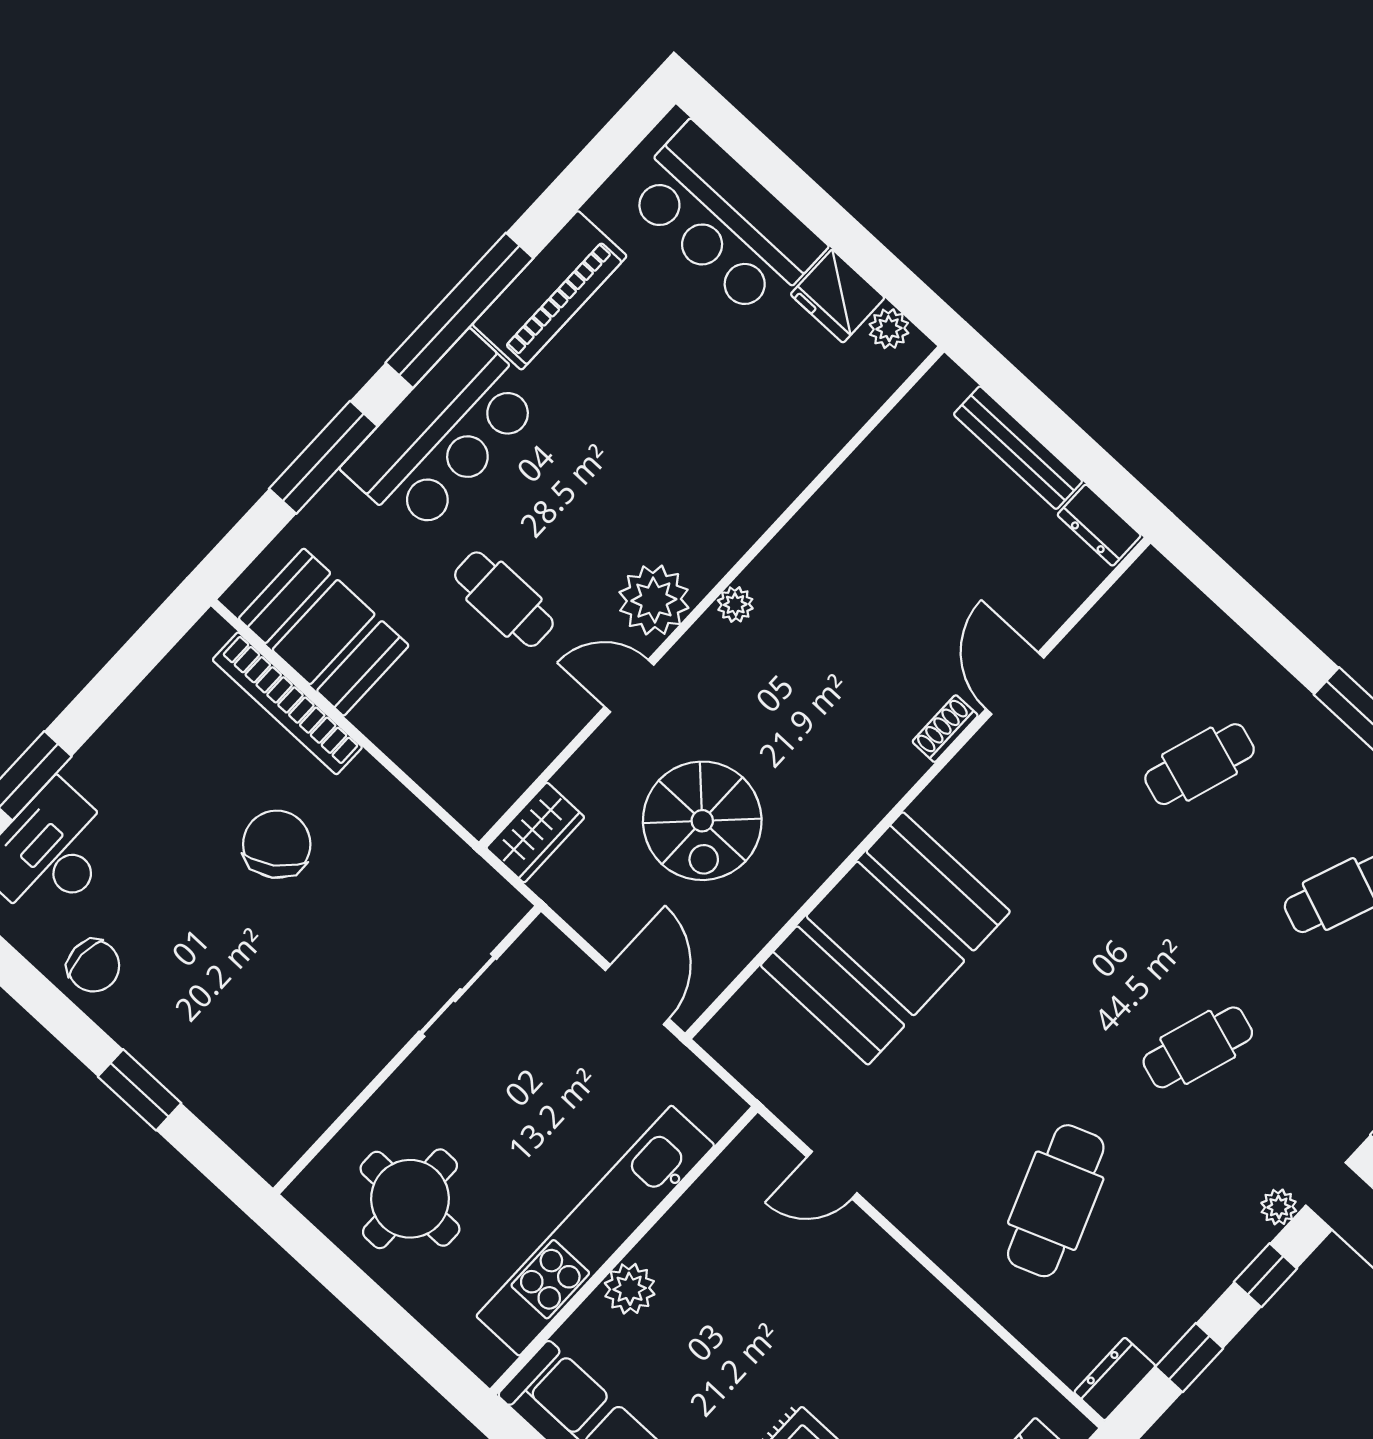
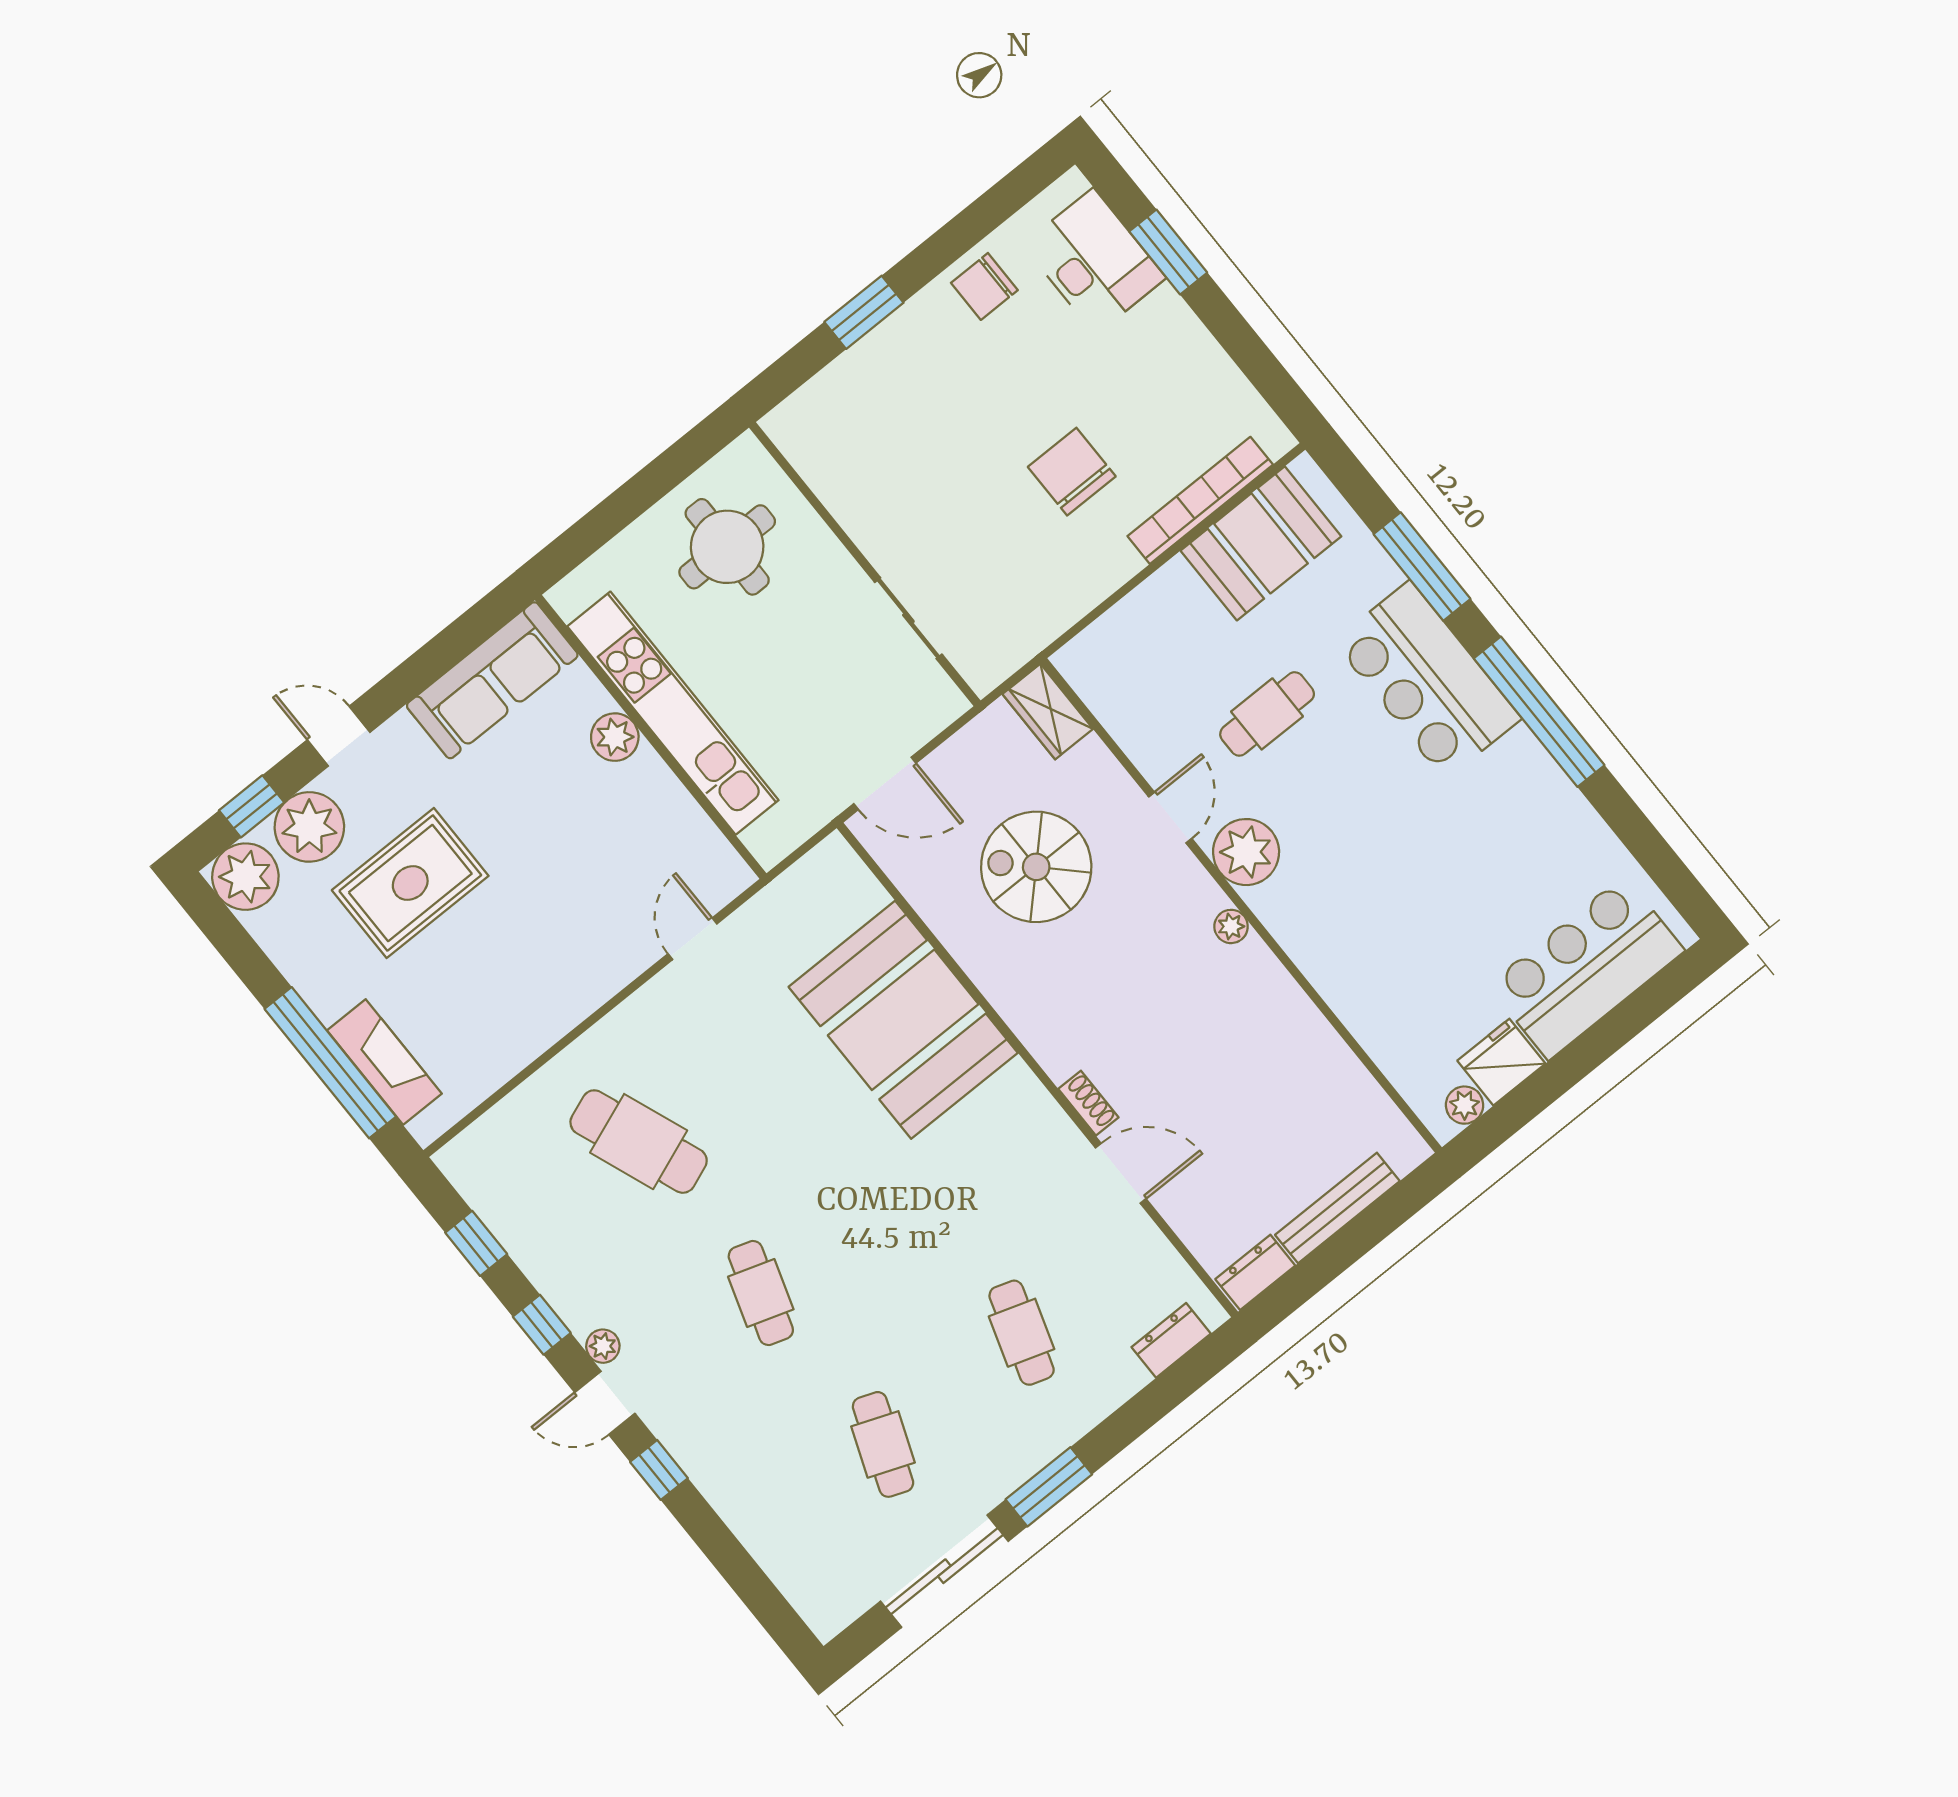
piano: (550, 290) -> (1545, 798), removed
chair: (277, 844) -> (1072, 472), turned -145
dresser: (1115, 1379) -> (1171, 1340), moved, turned -90

